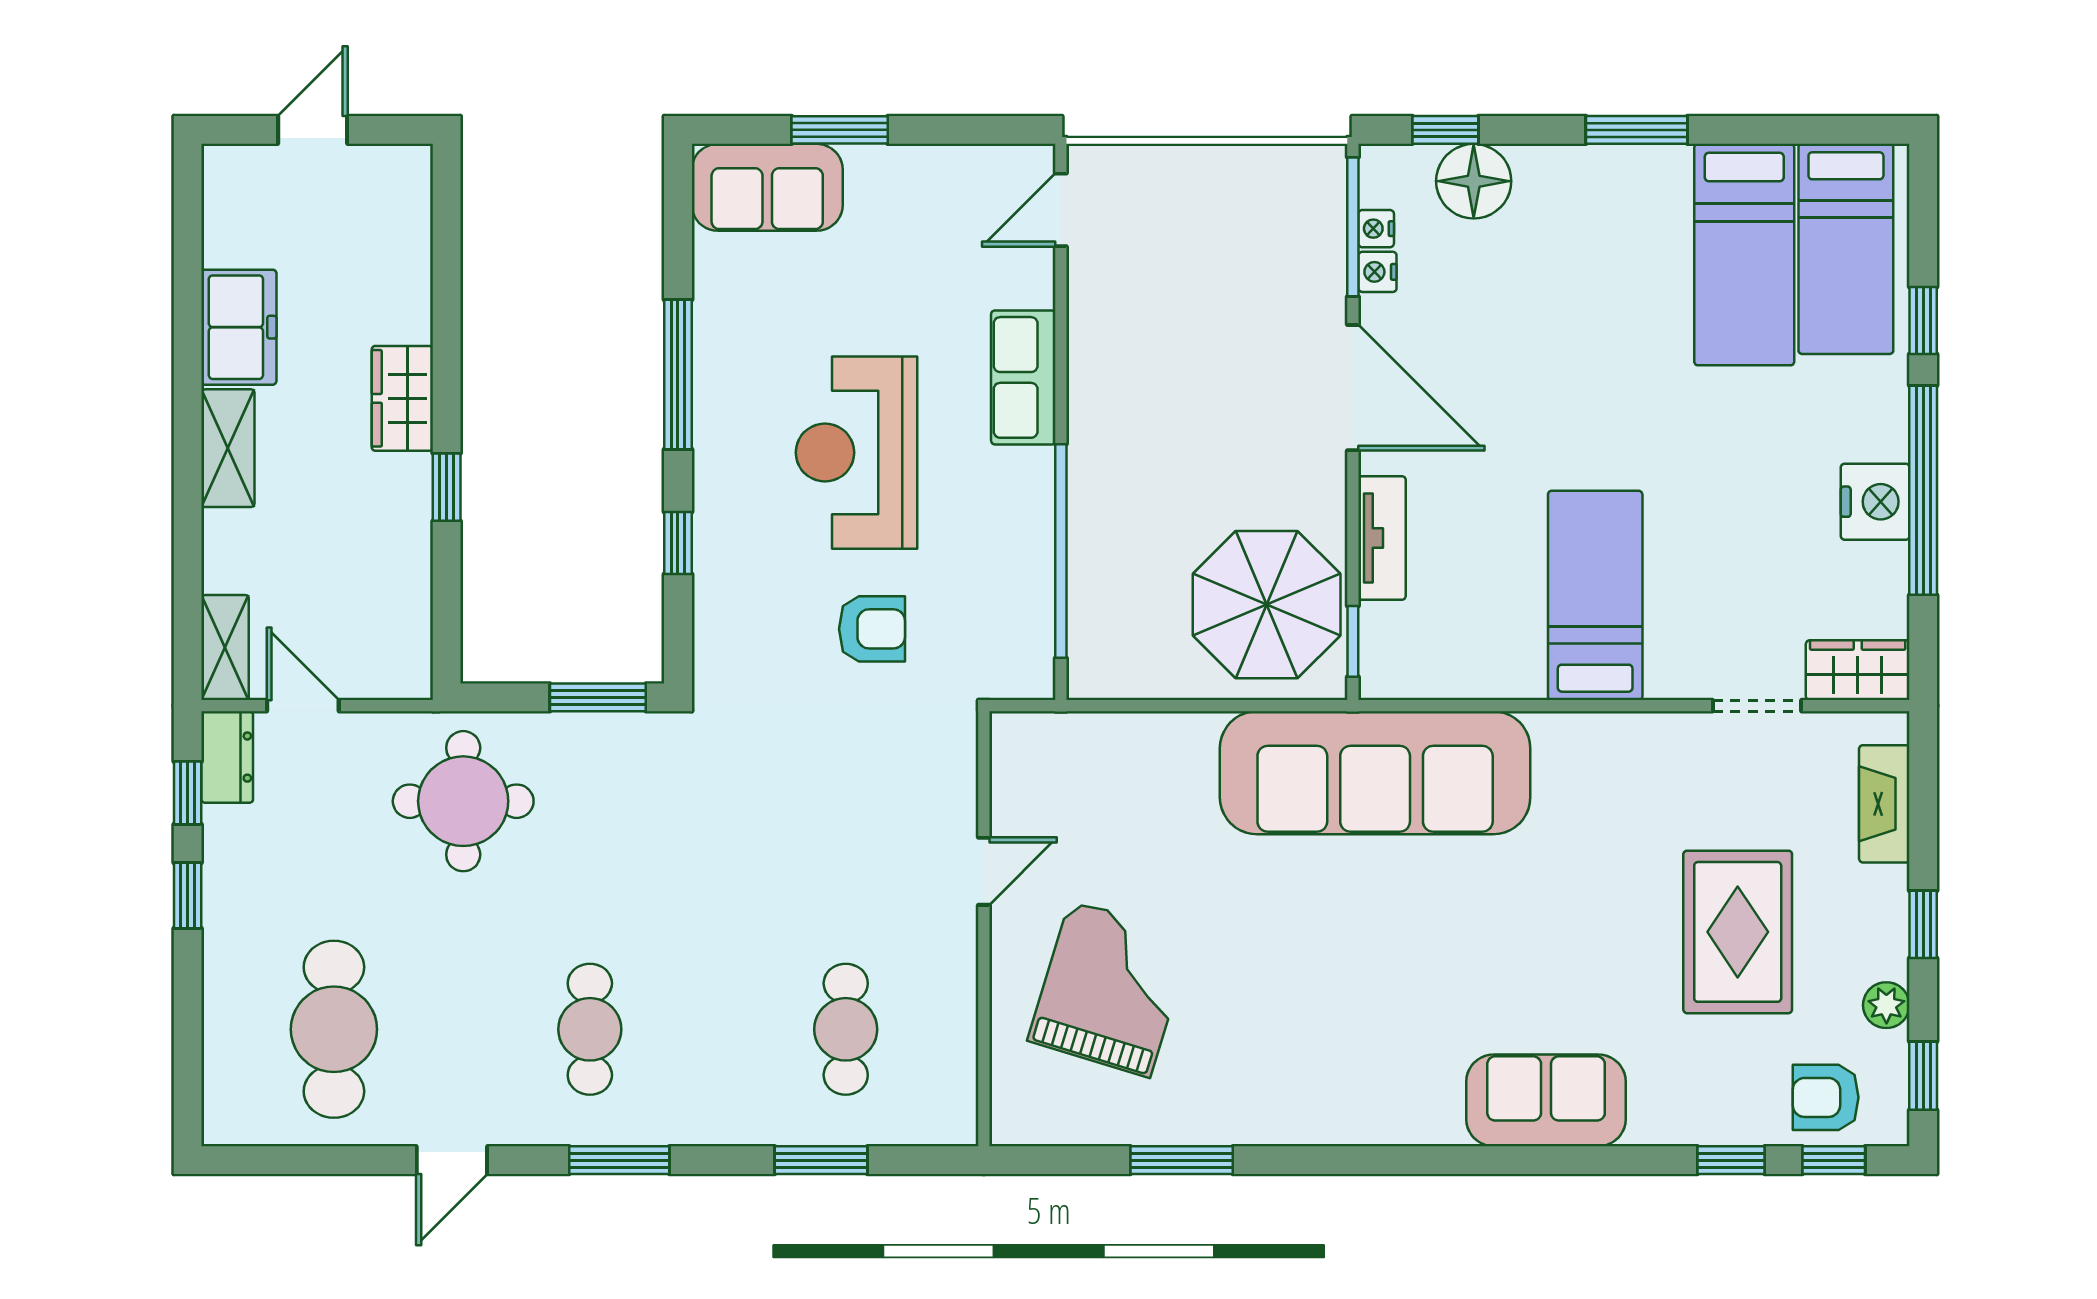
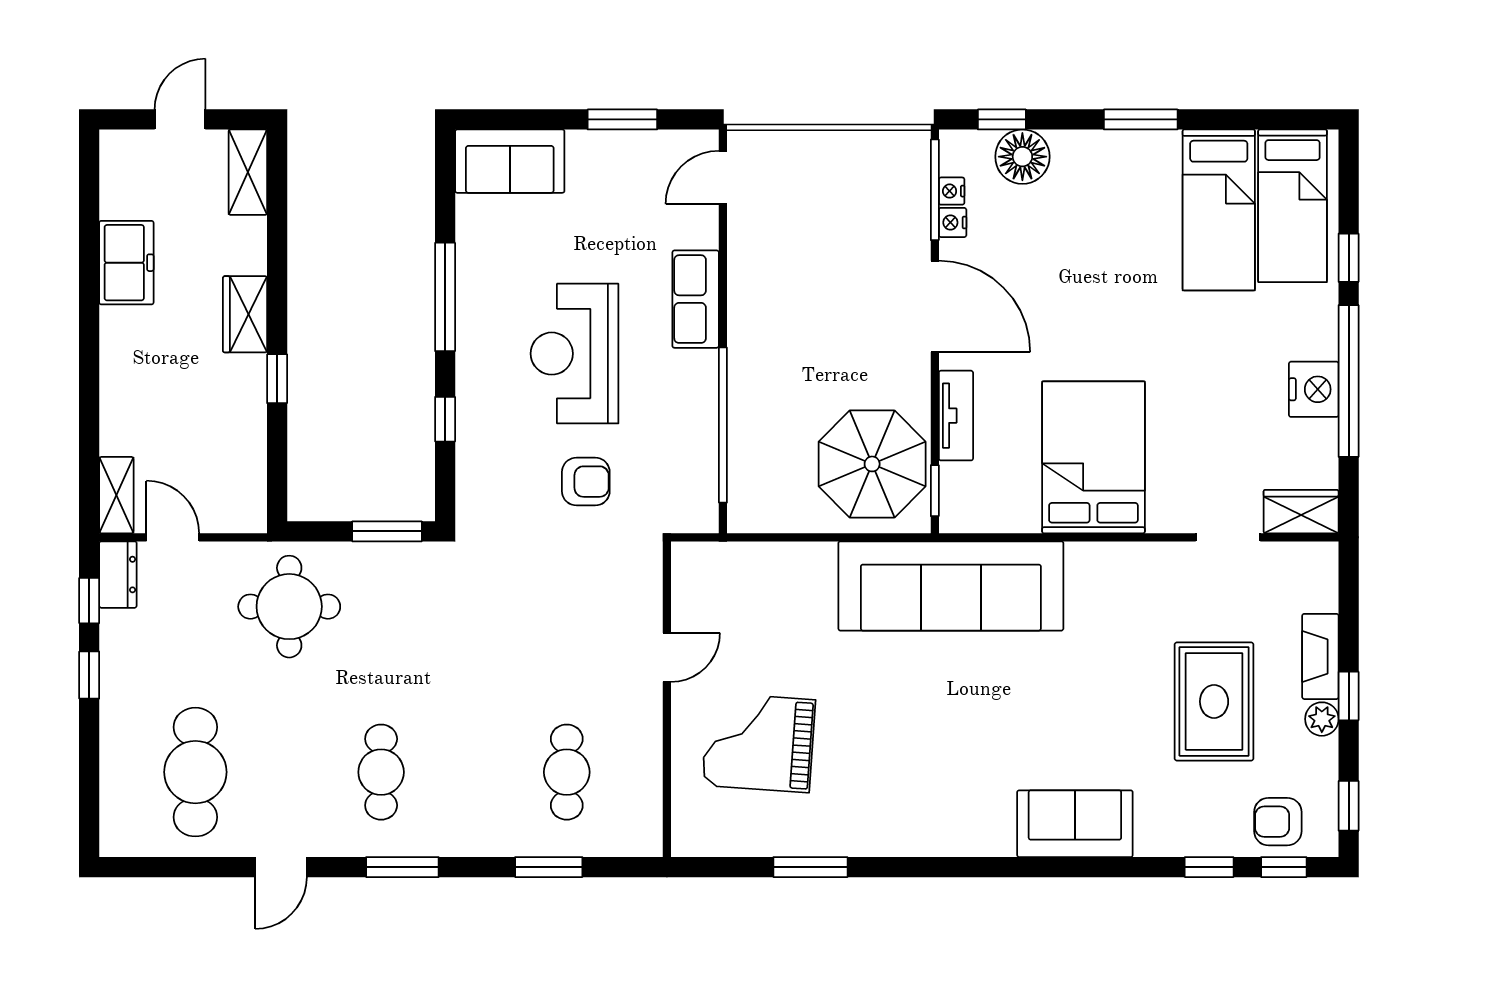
window: (840, 130) -> (622, 119), moved
shelving: (228, 448) -> (248, 172), moved
bed: (1595, 595) -> (1093, 457), width x1.50
fireplace: (1884, 804) -> (1320, 656), moved
grand piano: (1110, 989) -> (759, 743), turned -103
plant: (1886, 1005) -> (1322, 719), moved

